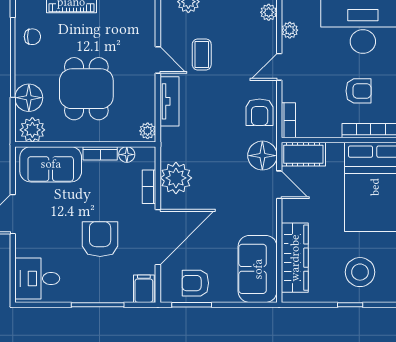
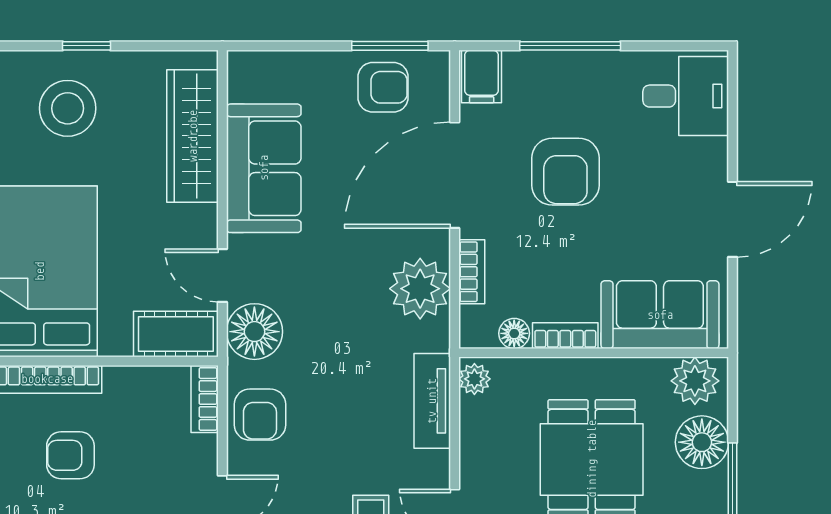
tv unit: (170, 101) -> (432, 401), moved
armchair: (260, 112) -> (260, 415), turned 180
sofa: (258, 269) -> (264, 168), moved

